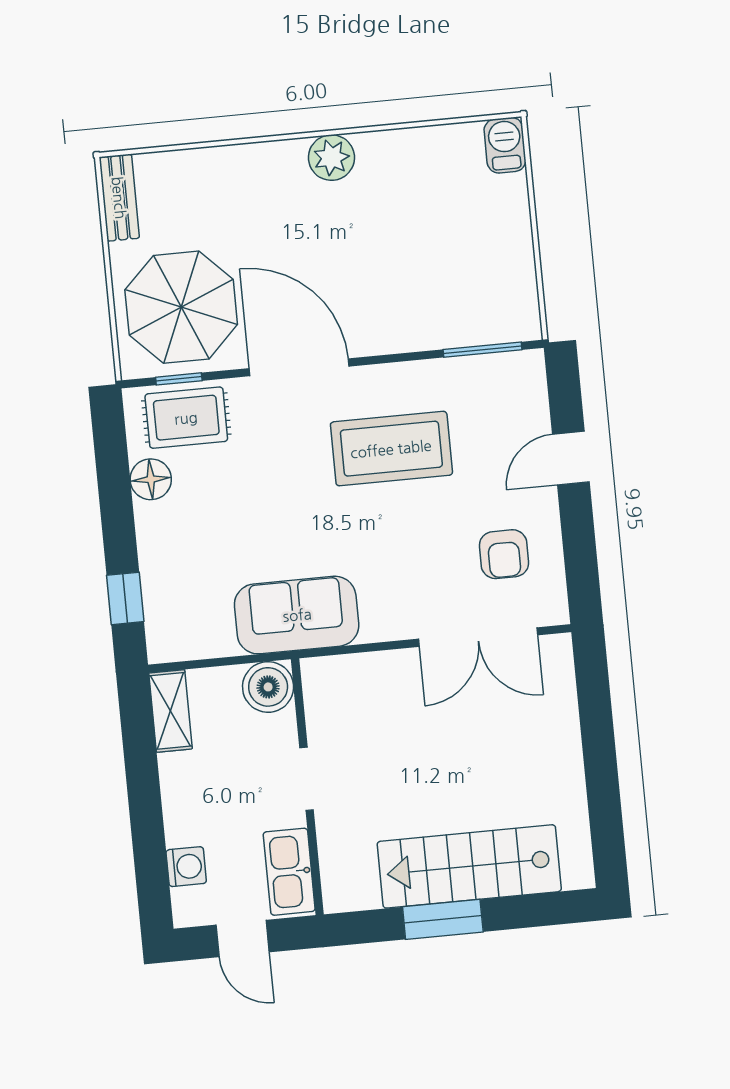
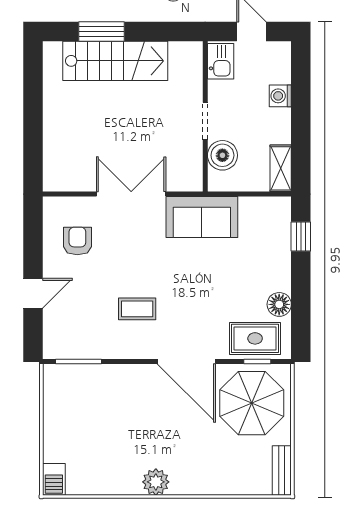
coffee table: (391, 449) -> (137, 309), width x0.54, depth x0.58
double door: (478, 637) -> (131, 194), moved
boiler: (268, 687) -> (222, 155), moved
washing machine: (186, 867) -> (280, 96), moved
kitchen sink: (289, 872) -> (221, 61), width x0.73
window: (443, 919) -> (102, 31), moved

